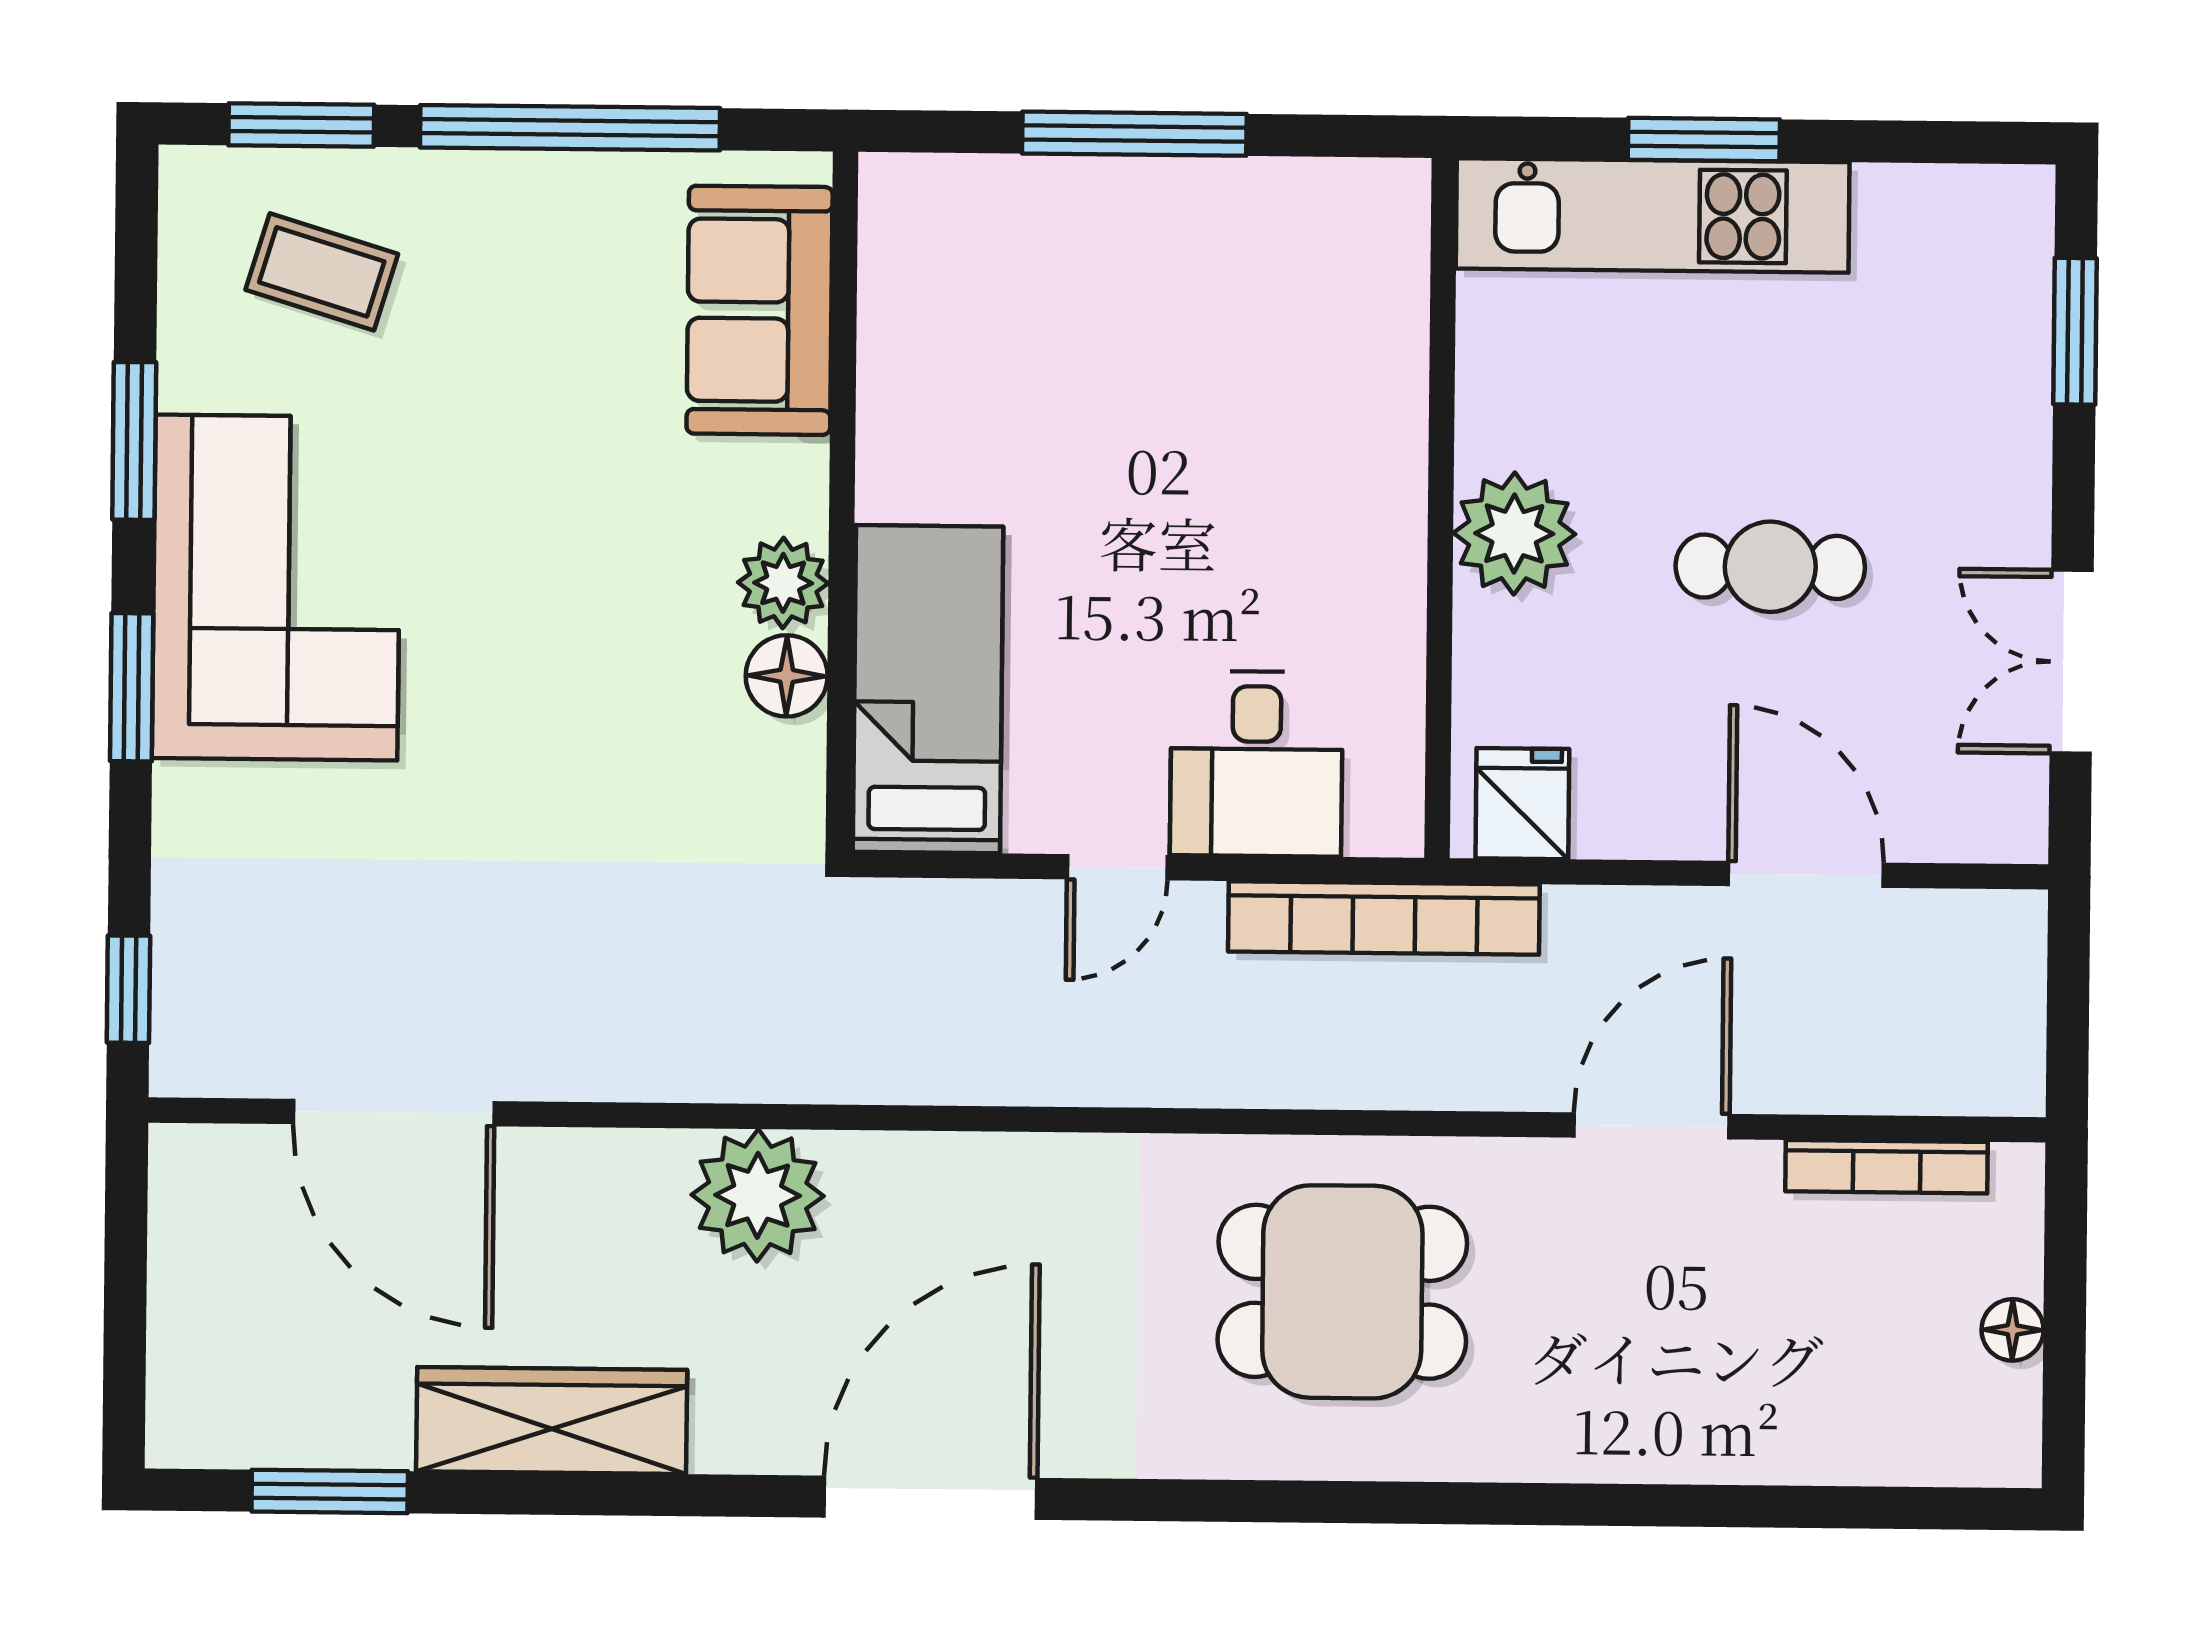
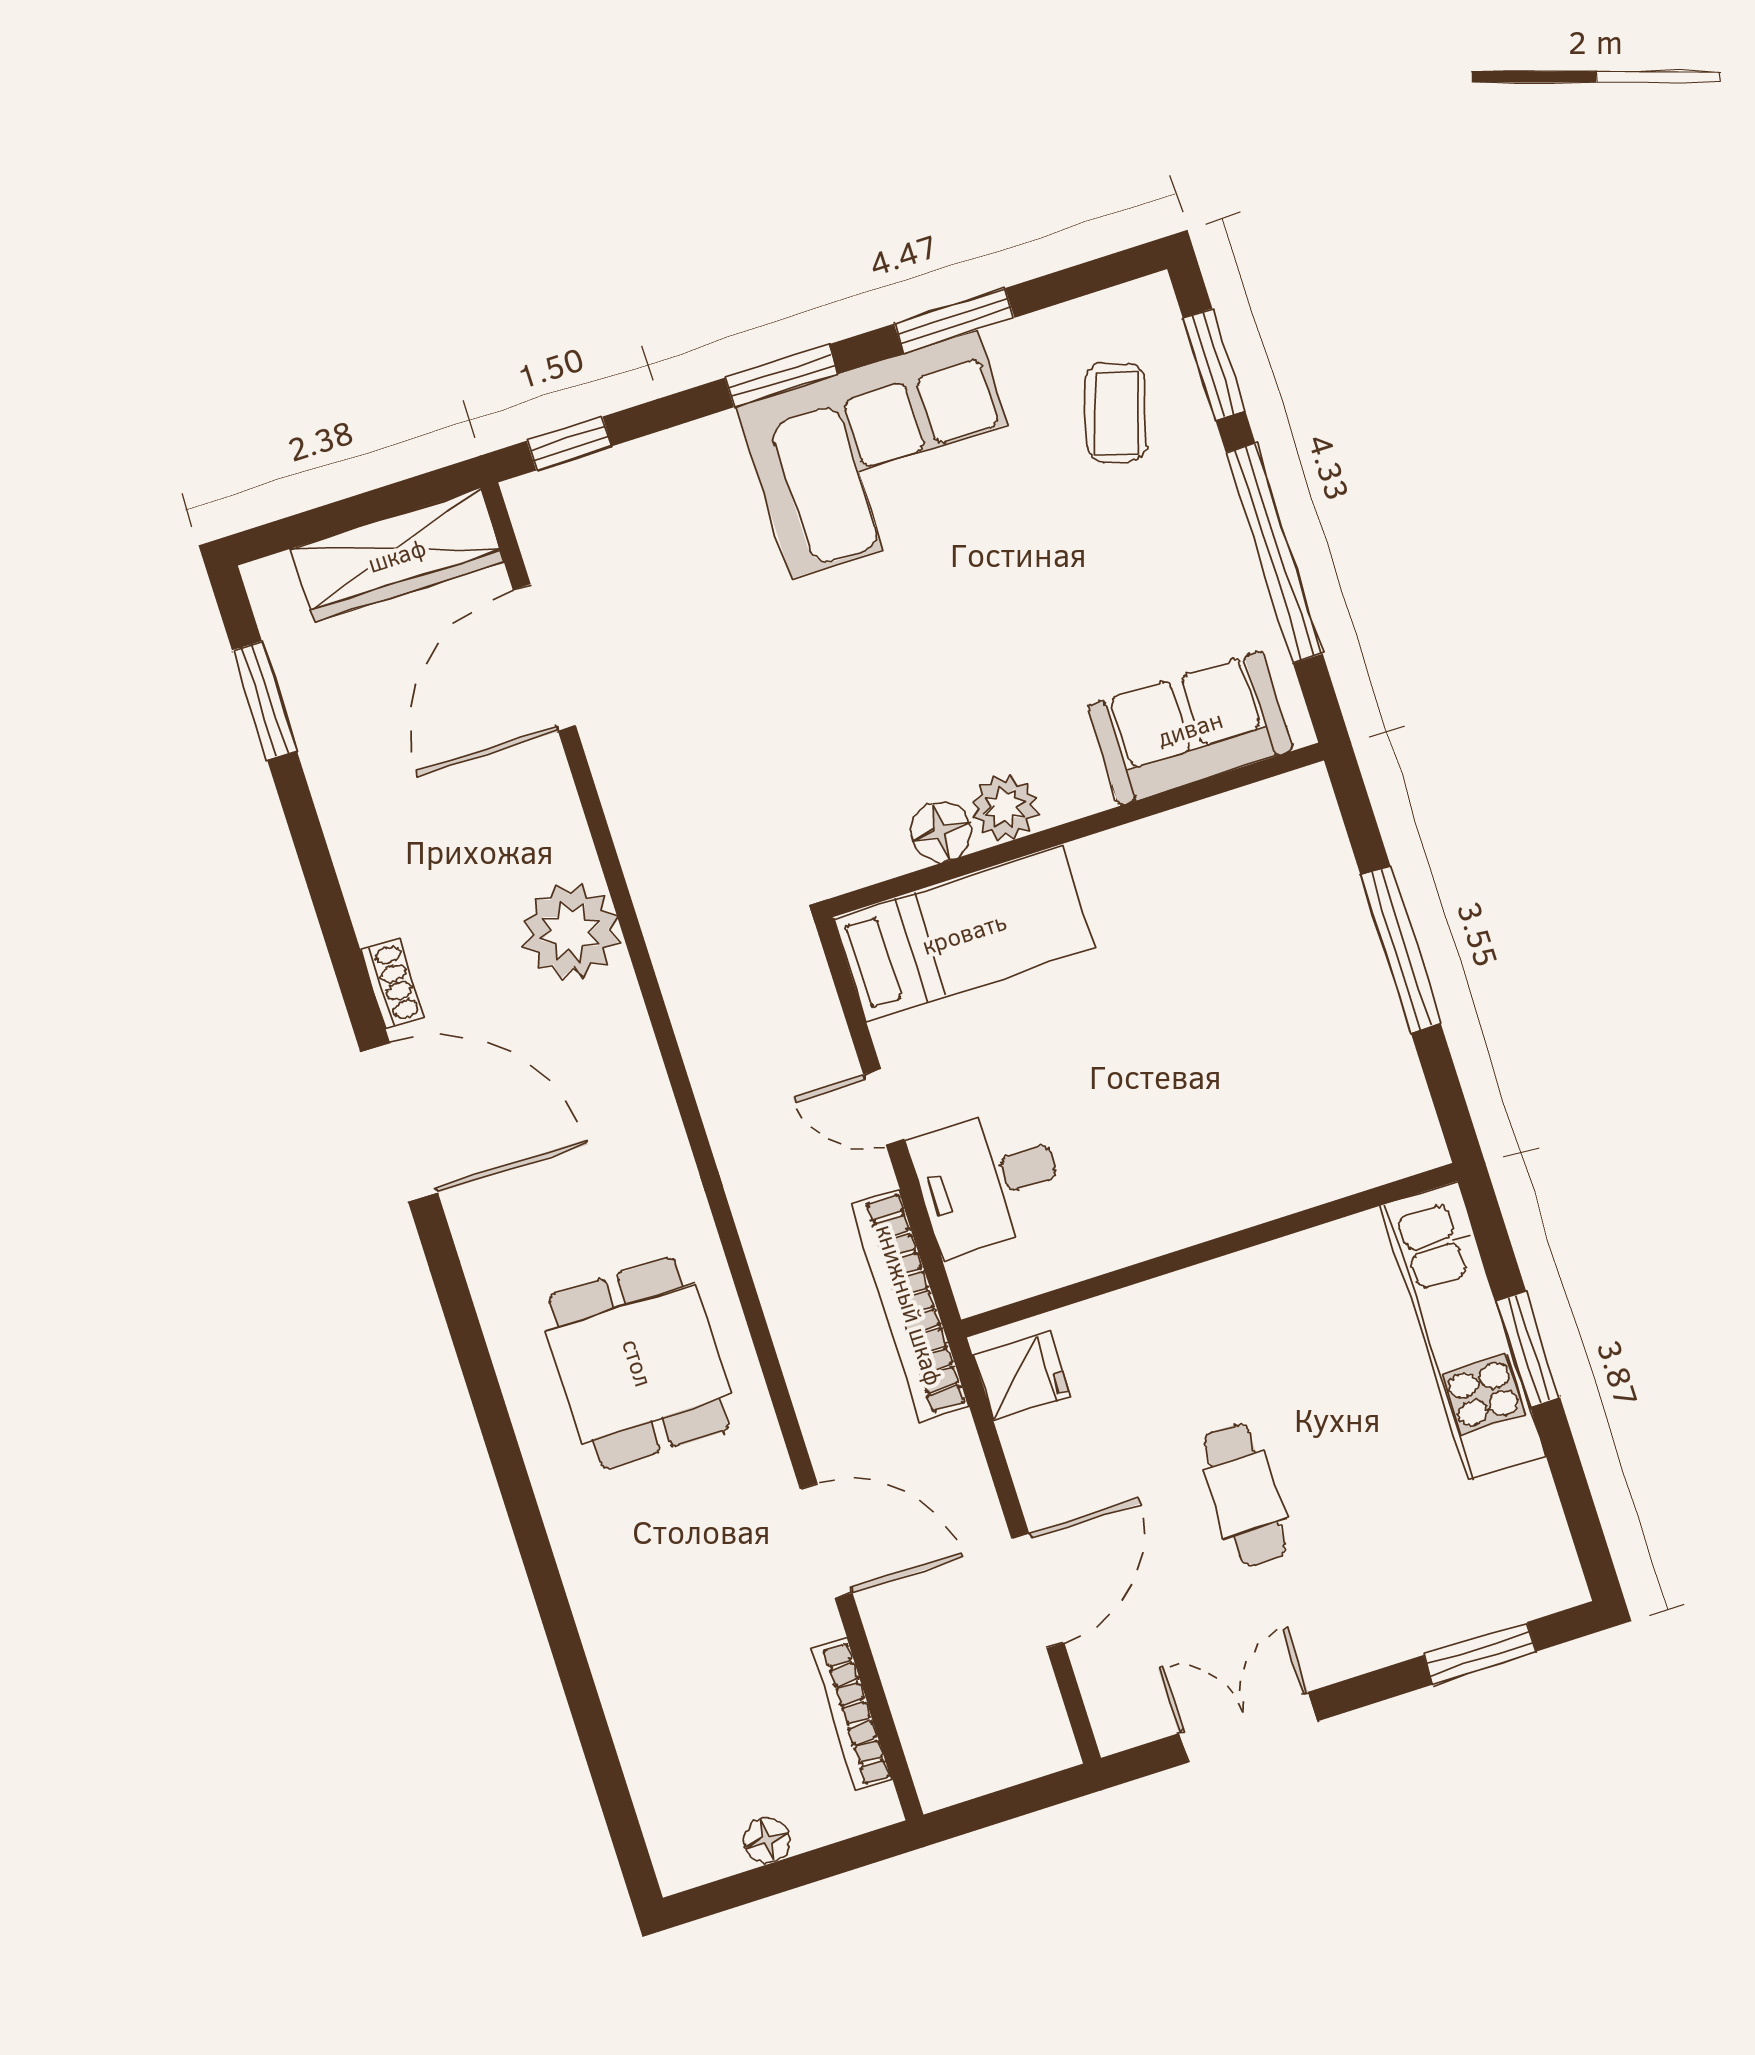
plant: (1514, 533) -> (1209, 1308), removed
wardrobe: (552, 1421) -> (397, 555), moved, turned 90
shoe rack: (749, 1448) -> (392, 984), added

